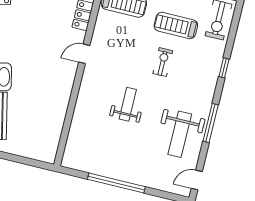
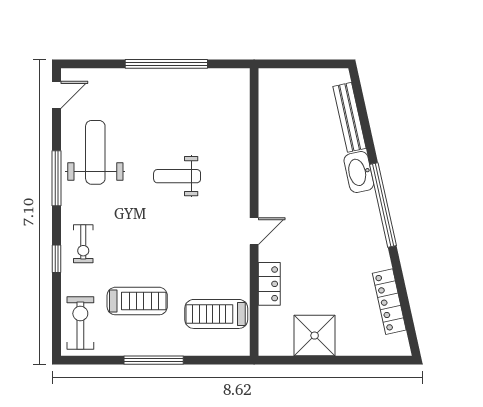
exercise bike: (163, 62) -> (83, 244), moved
weight bench: (128, 104) -> (177, 176), turned 90

